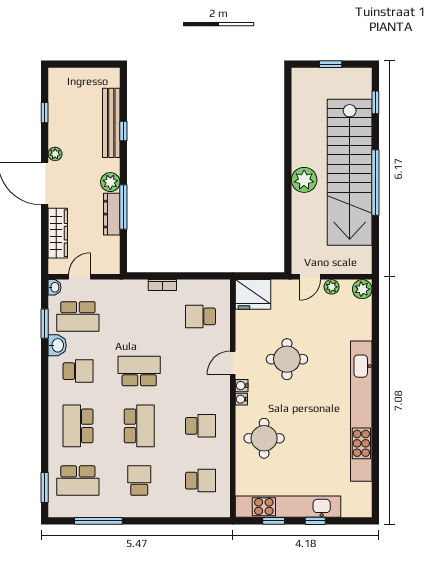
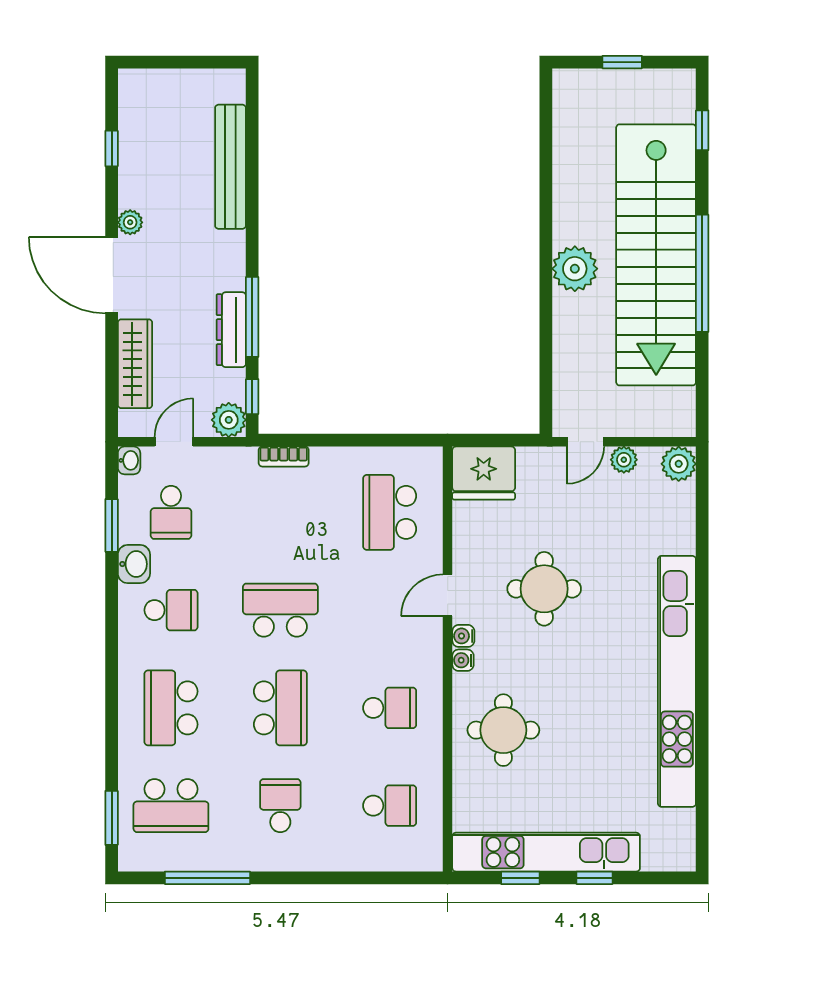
window: (123, 131) -> (252, 397), moved
plant: (110, 182) -> (229, 420), moved
bookcase: (162, 285) -> (284, 456), moved
school desk: (78, 316) -> (171, 512), width x0.54
school desk: (200, 316) -> (390, 512), width x1.85

